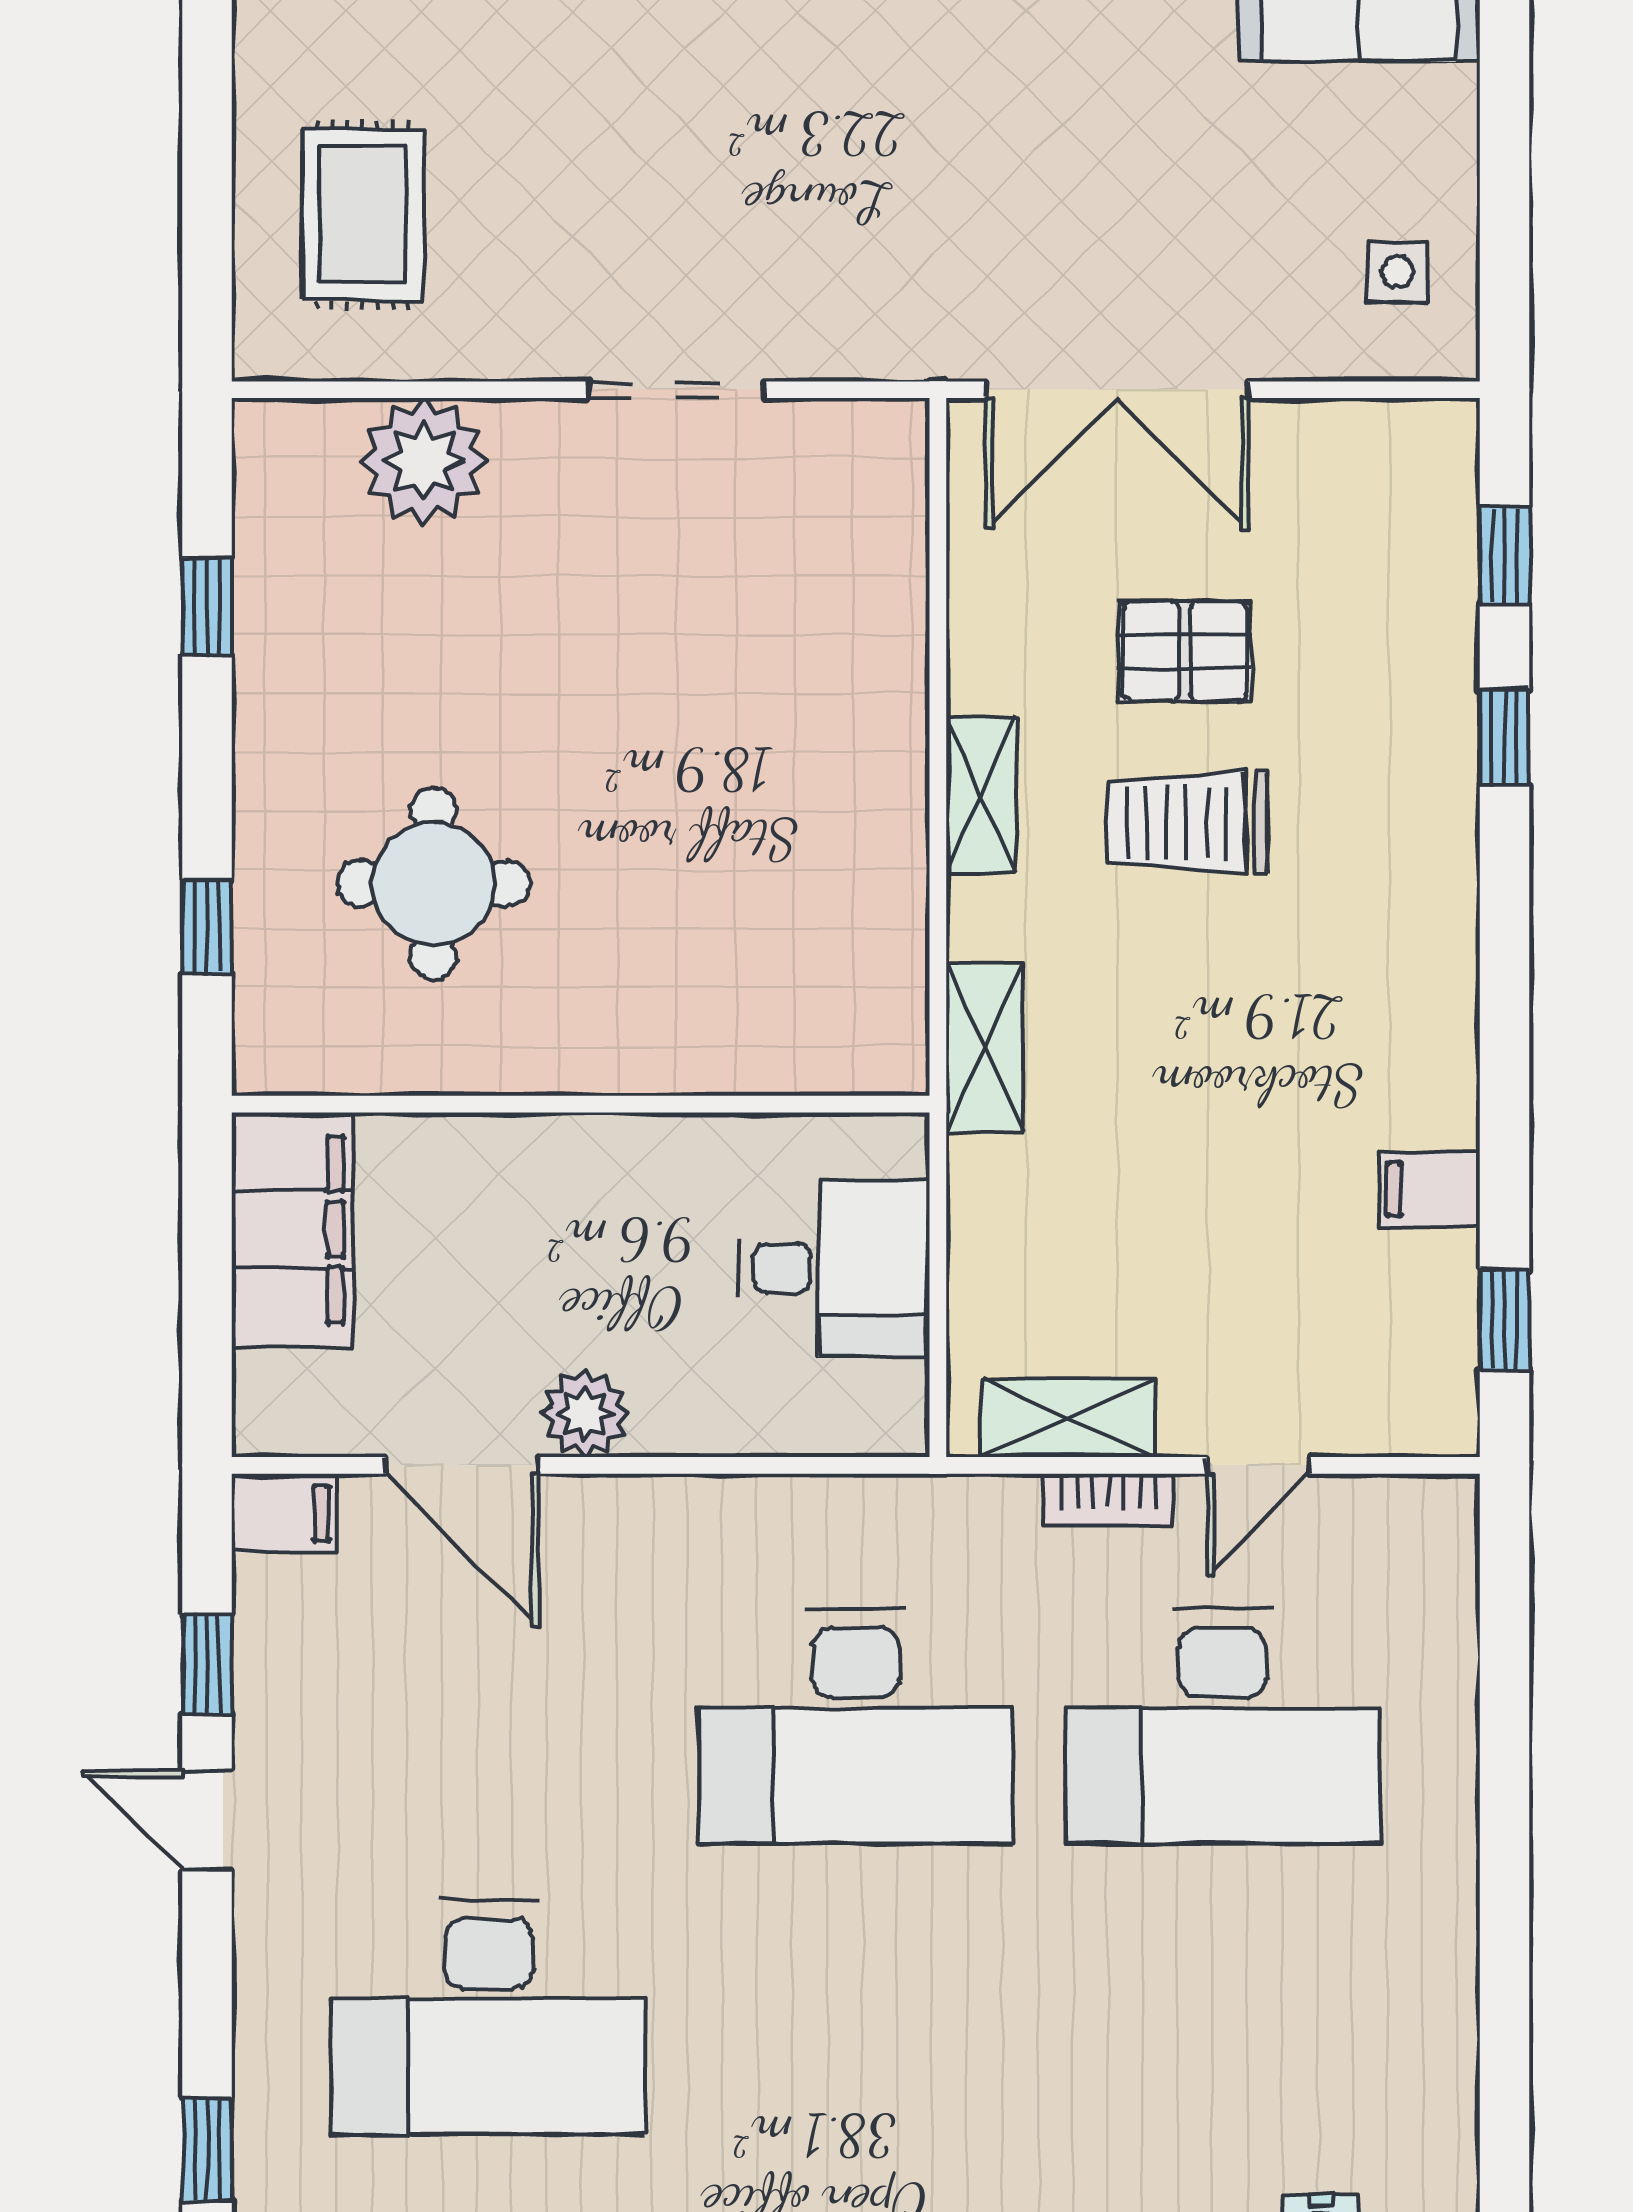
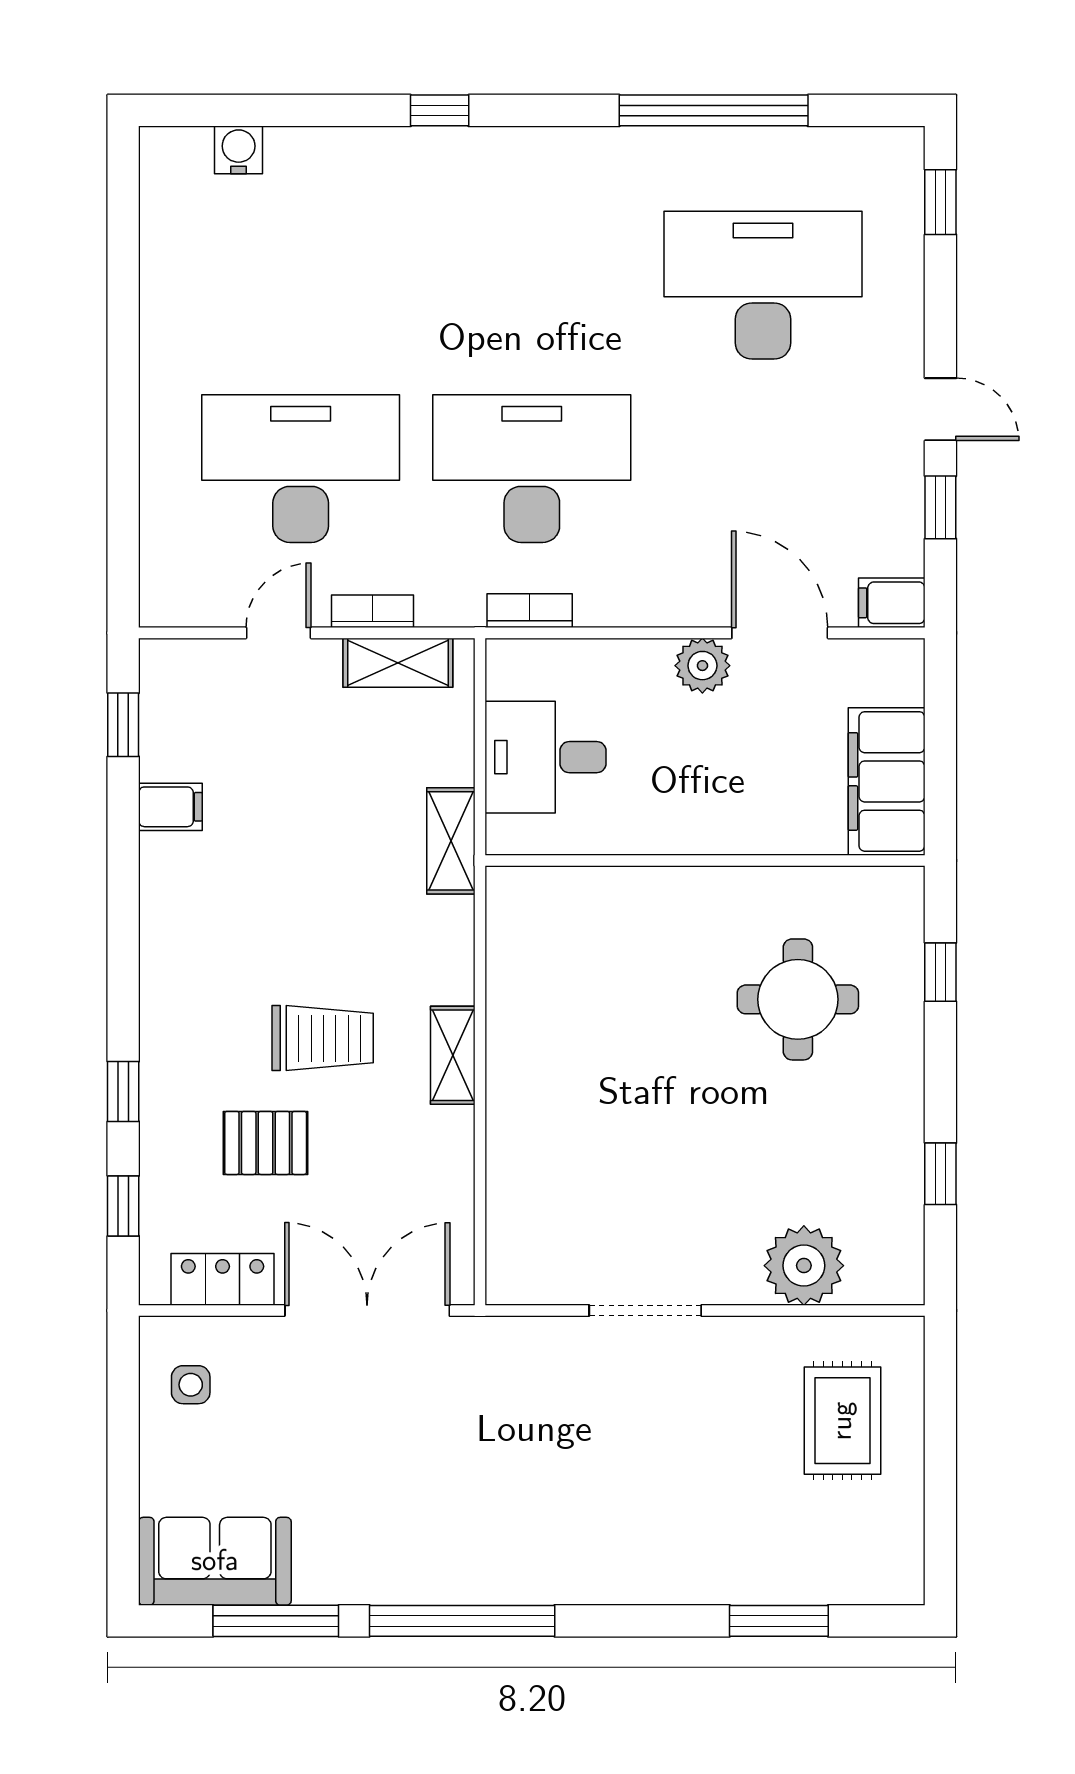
locker: (1347, 439) -> (223, 1279), added
pallet: (1185, 651) -> (266, 1143), moved
shelving: (984, 1049) -> (451, 841), moved
bookcase: (859, 1501) -> (530, 611), added

